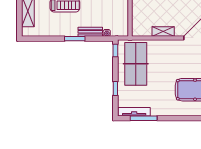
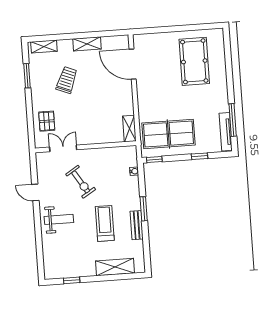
shelving: (163, 31) -> (129, 129), moved
bench: (90, 32) -> (137, 225), moved

